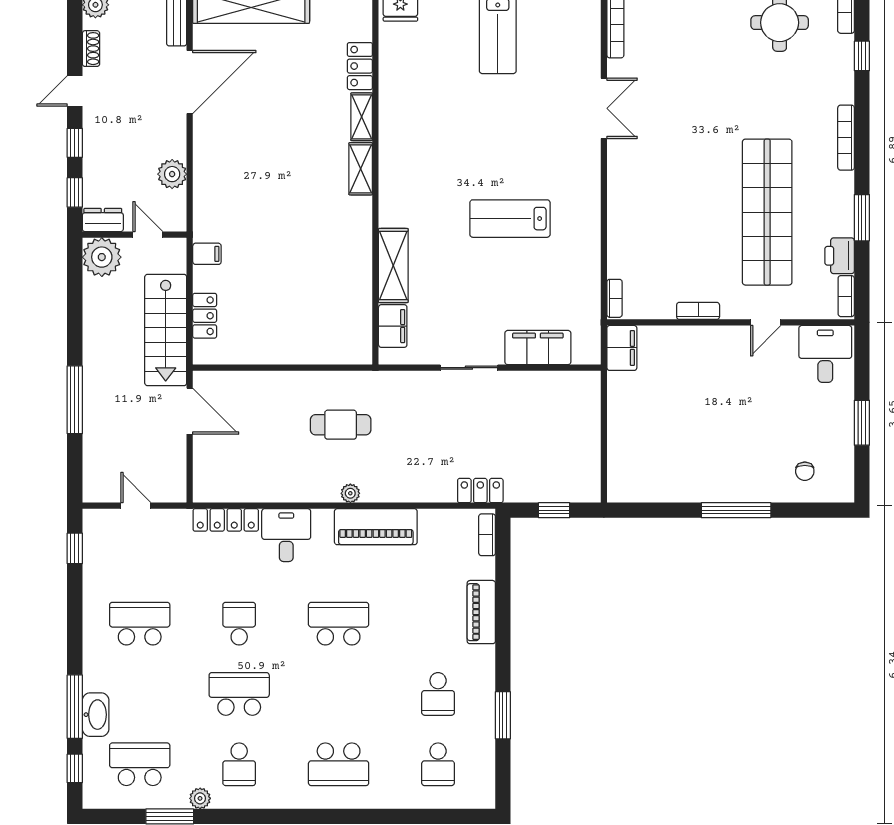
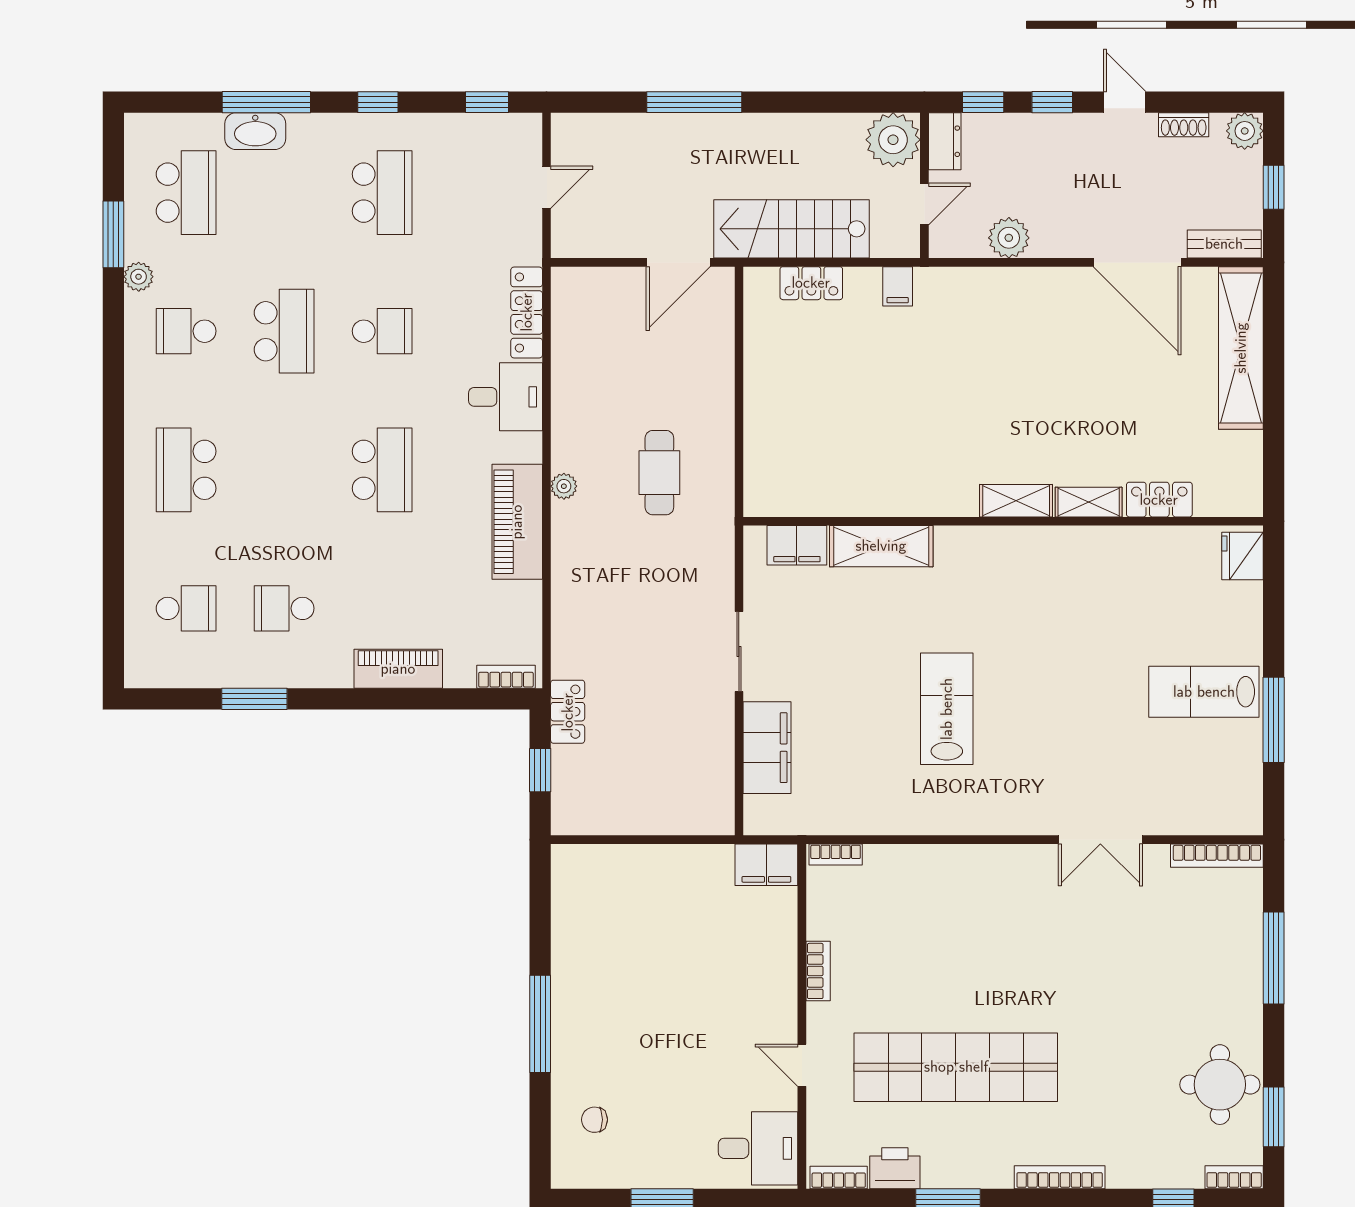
locker: (480, 491) -> (568, 712), moved
school desk: (438, 764) -> (186, 608), turned 180
window: (75, 768) -> (378, 102), moved

